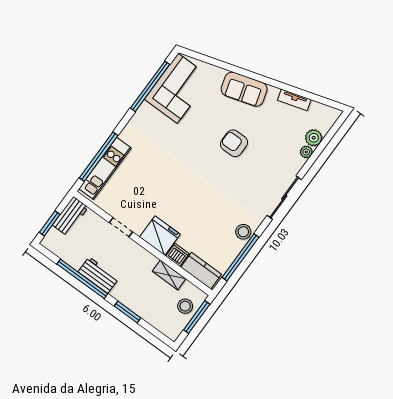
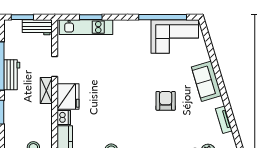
window: (99, 157) -> (91, 17), width x0.47
shelving: (169, 275) -> (46, 91), moved

